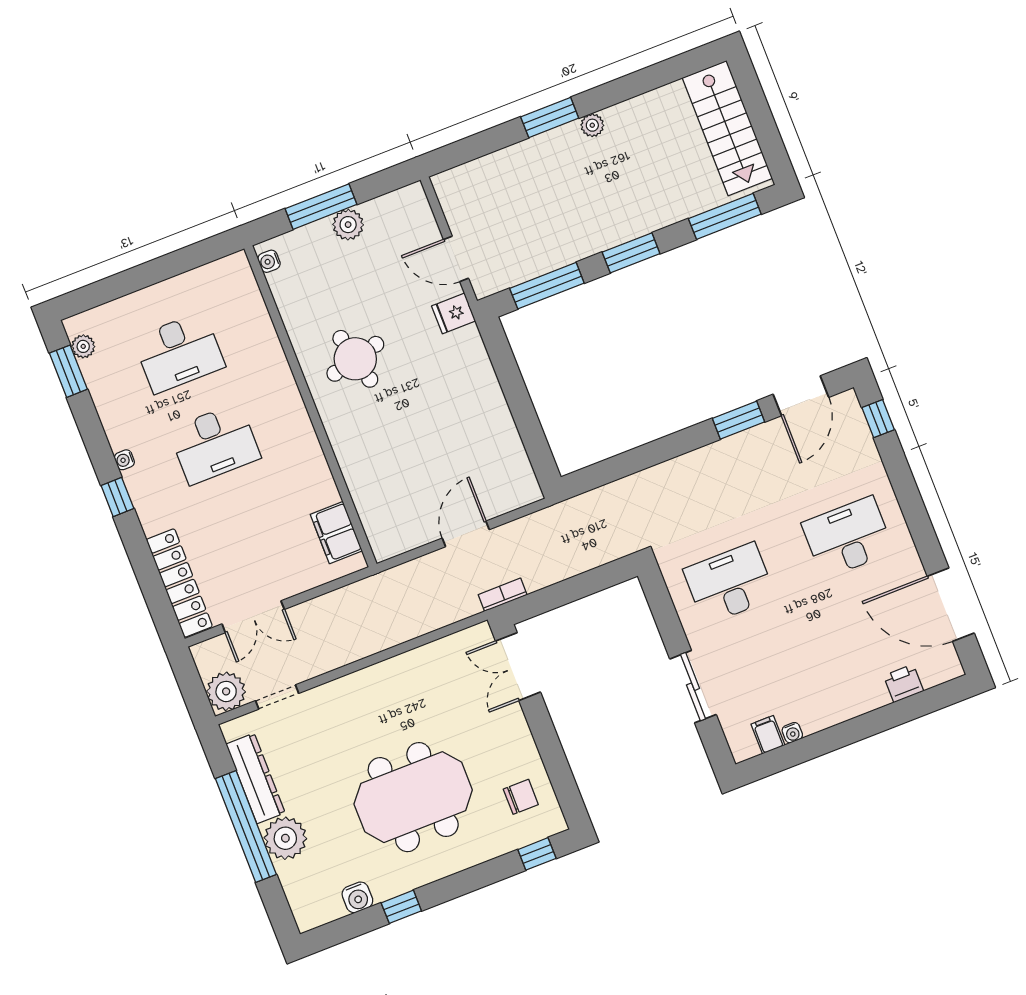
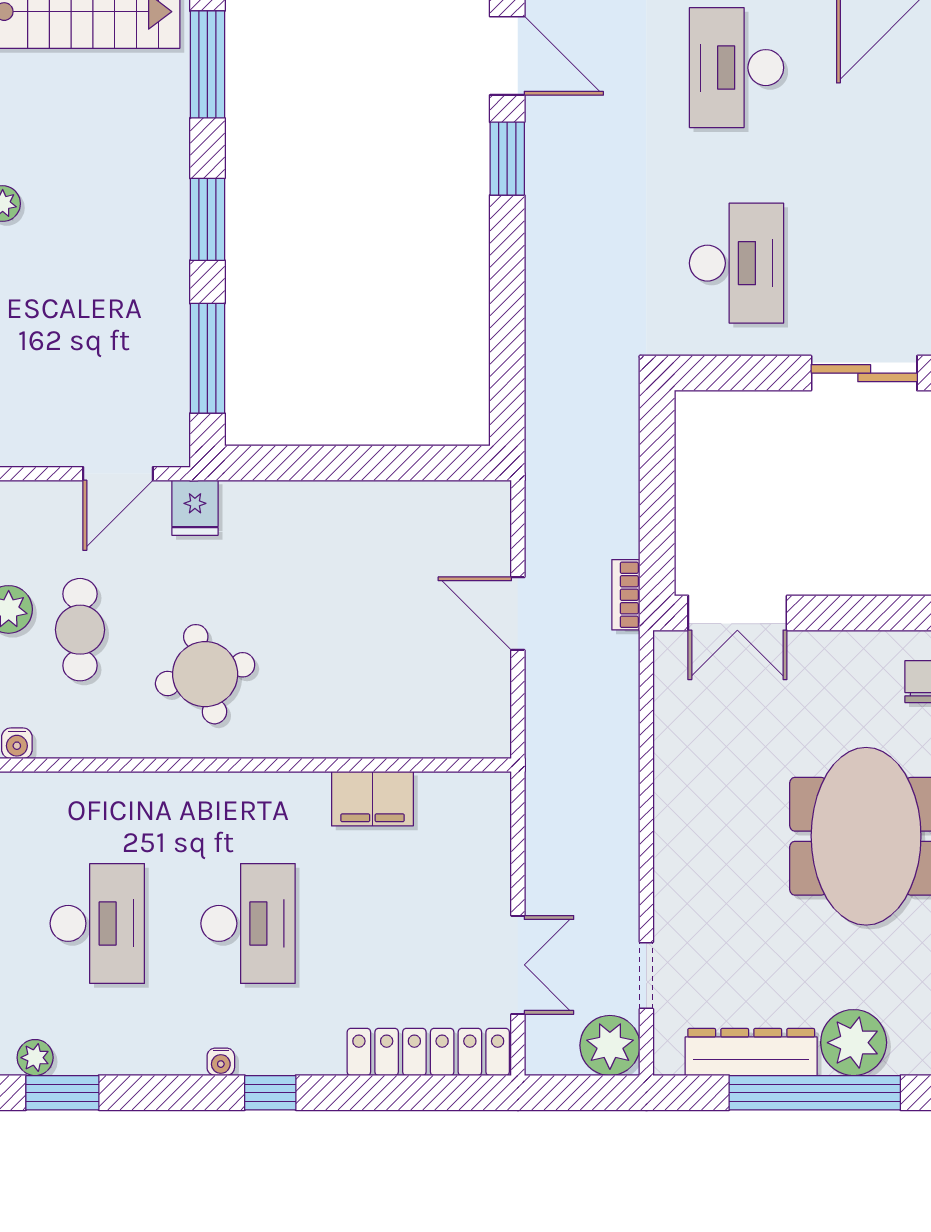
cafe table: (353, 273) -> (80, 630), added
filing cabinet: (336, 533) -> (372, 799), moved
desk: (729, 583) -> (737, 263), turned 180

